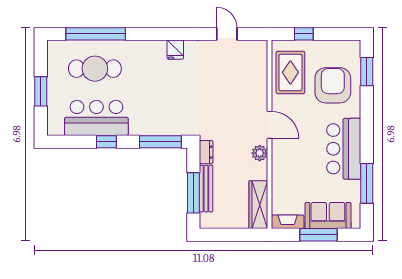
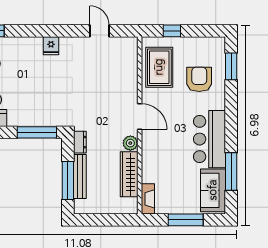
armchair: (333, 85) -> (199, 79), width x0.73, depth x0.73
wardrobe: (258, 205) -> (129, 174), moved
sofa: (328, 215) -> (213, 190), moved, turned -90
fireplace: (288, 222) -> (148, 199), moved, turned 90

